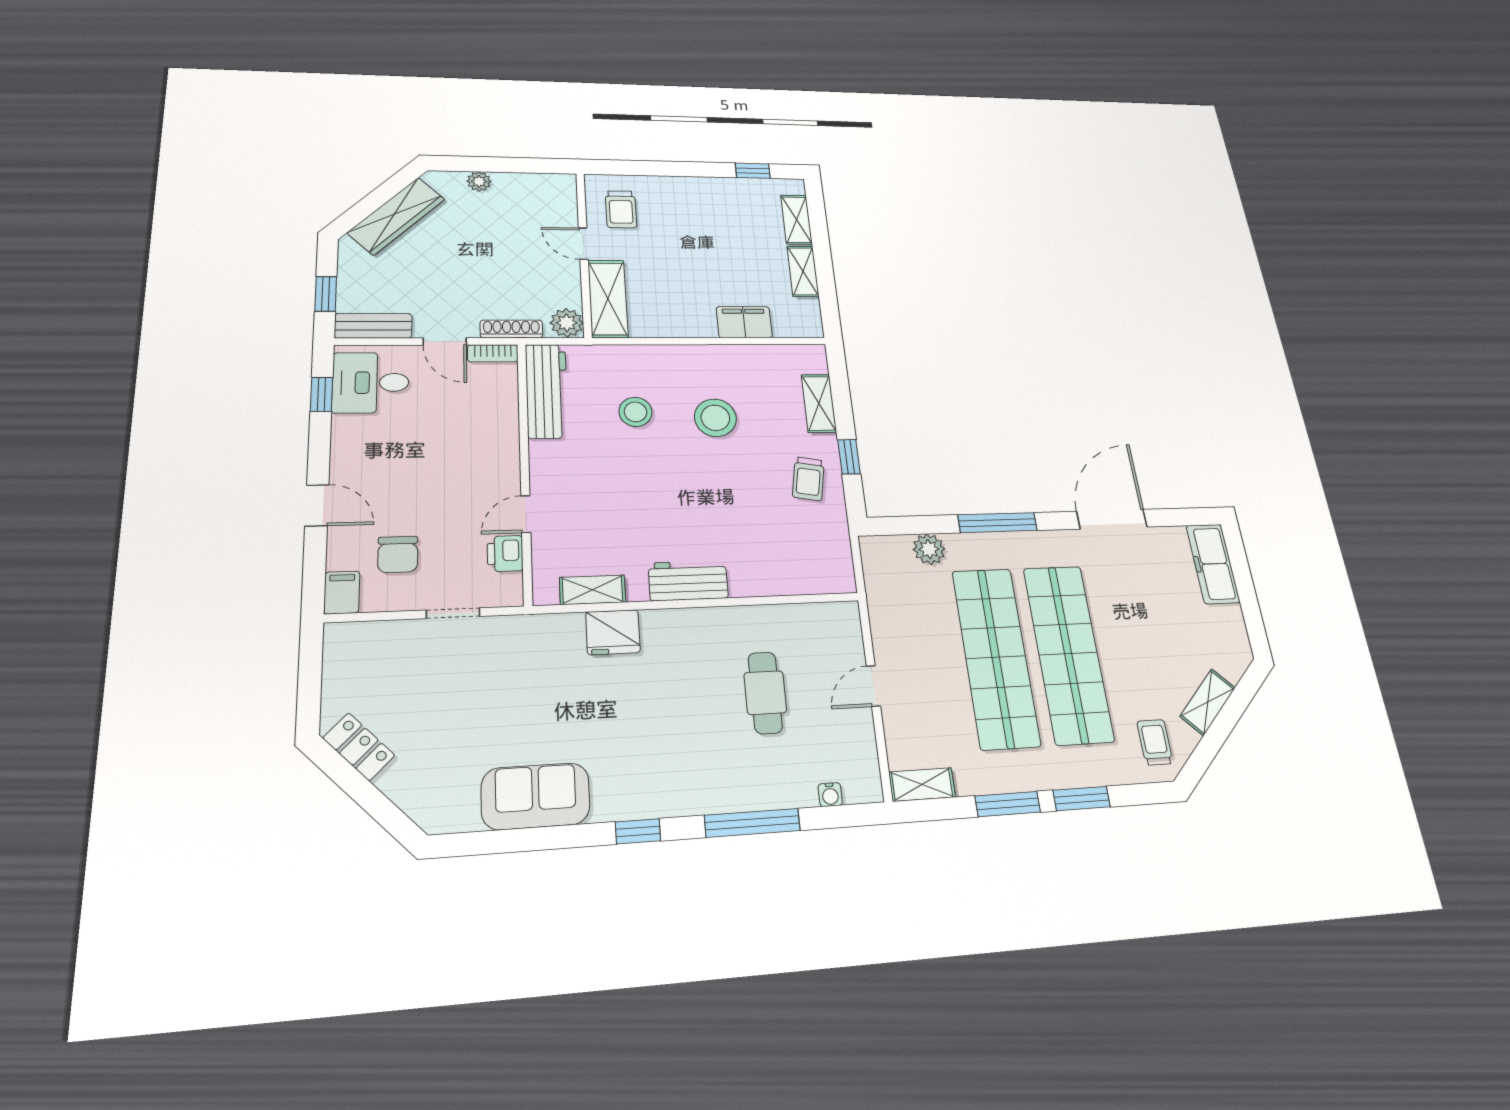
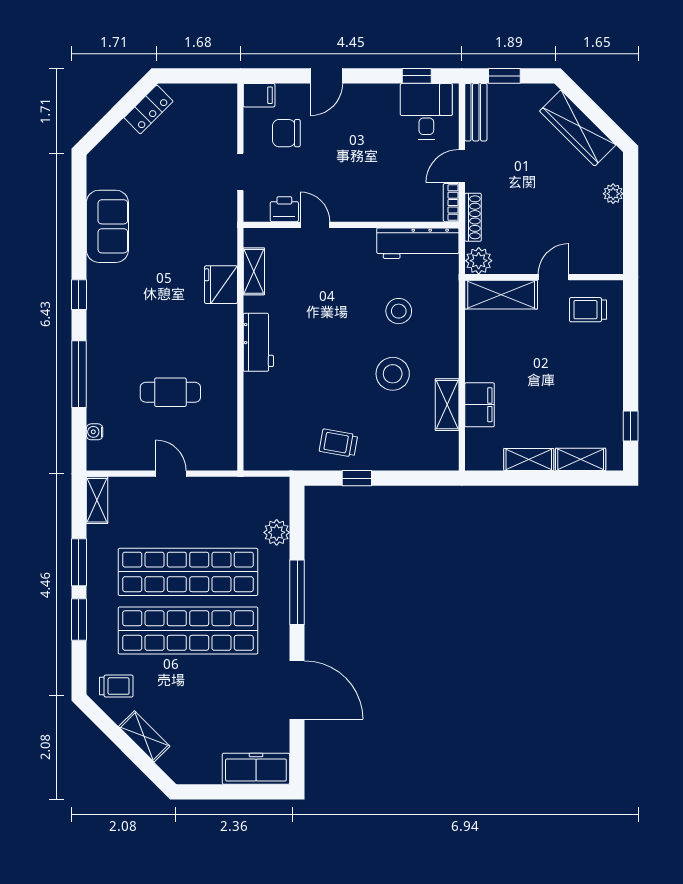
shelving: (819, 403) -> (447, 405), moved, turned 90

